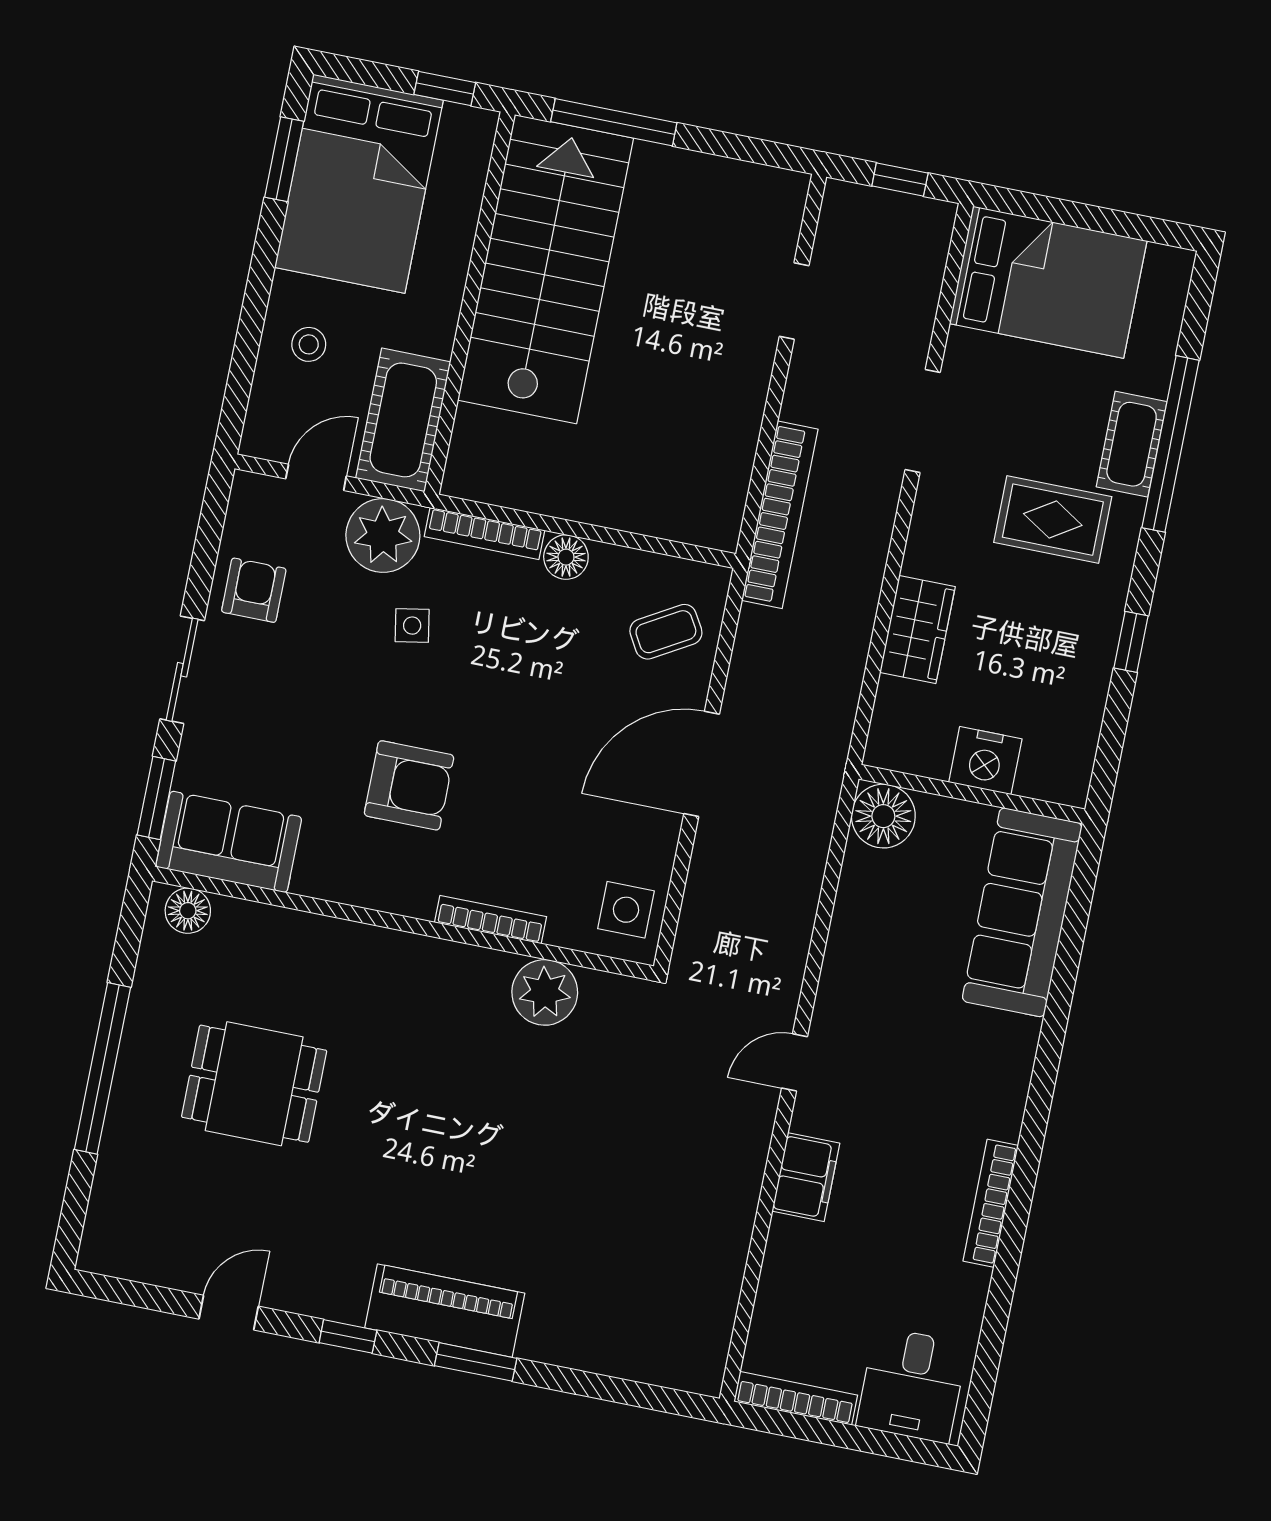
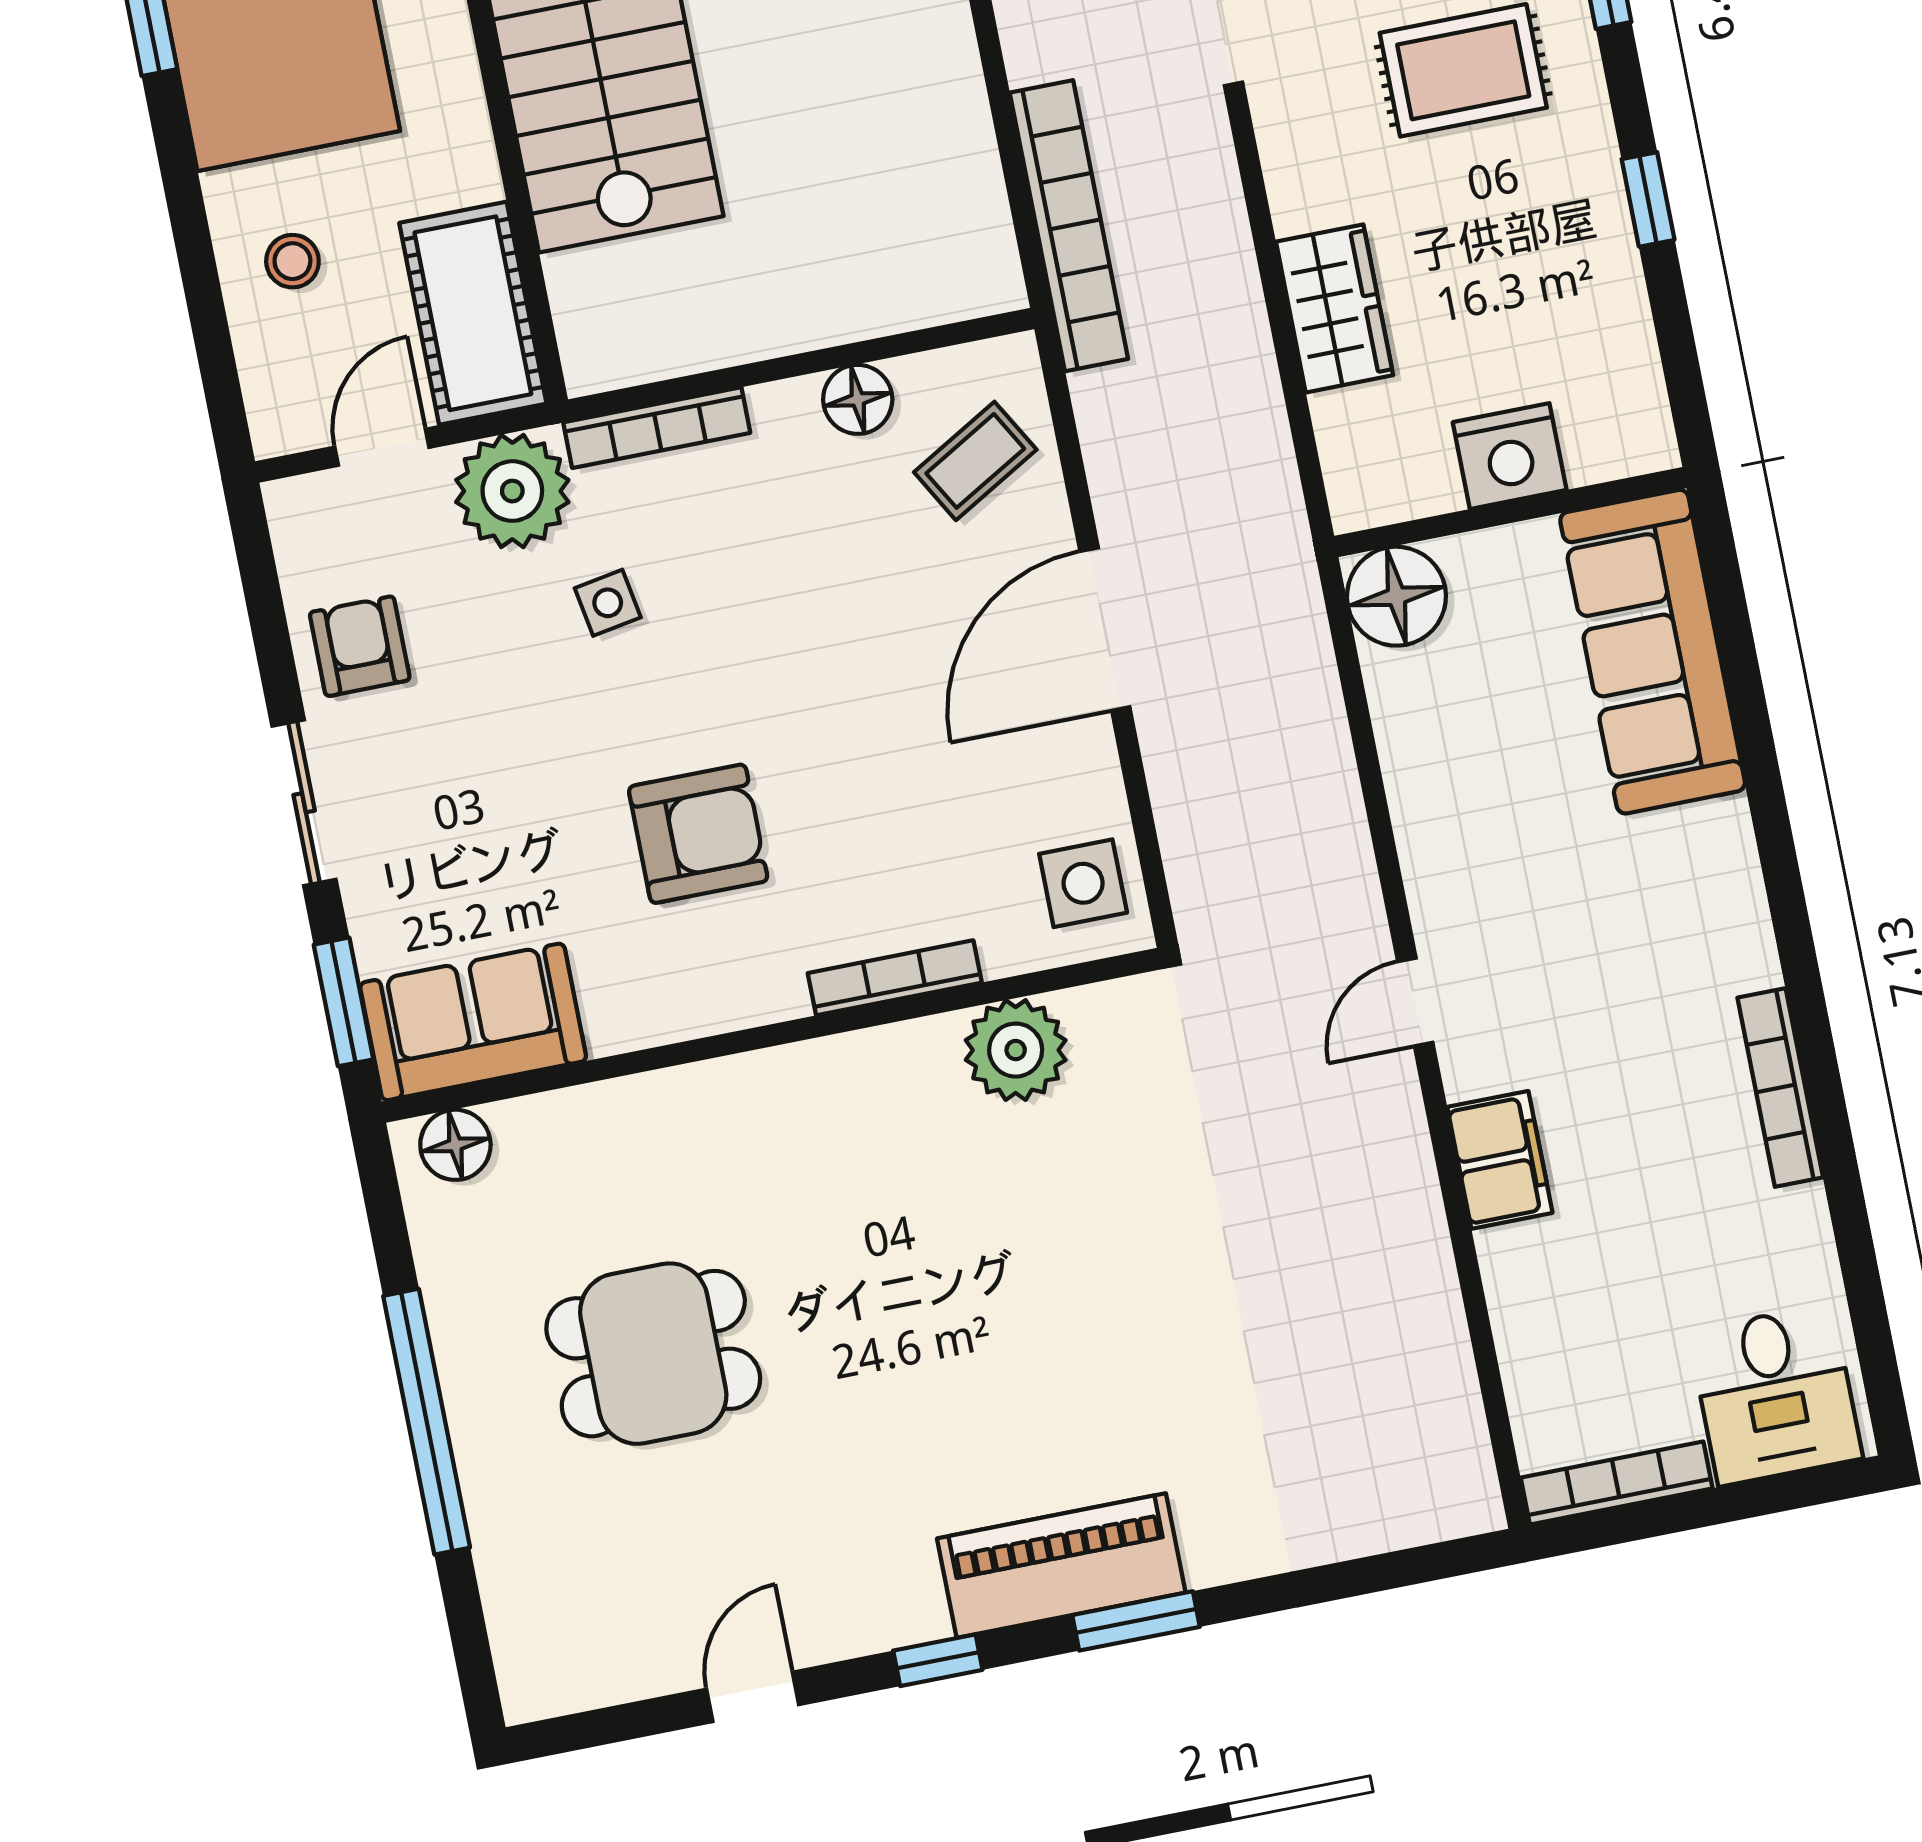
floor lamp: (566, 557) -> (858, 399), moved

